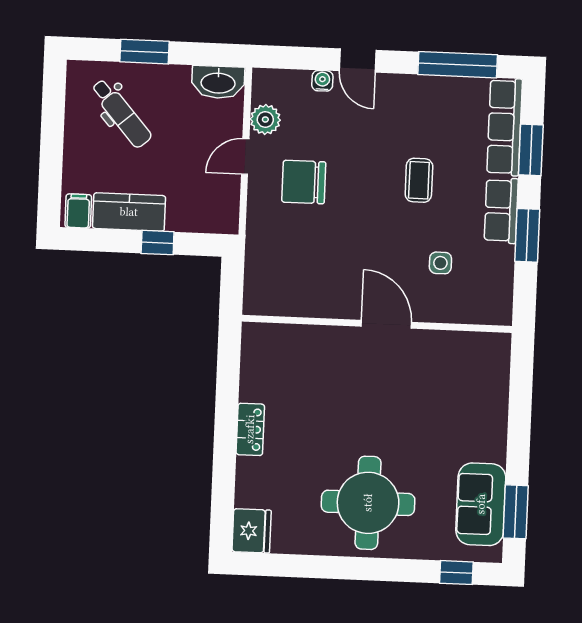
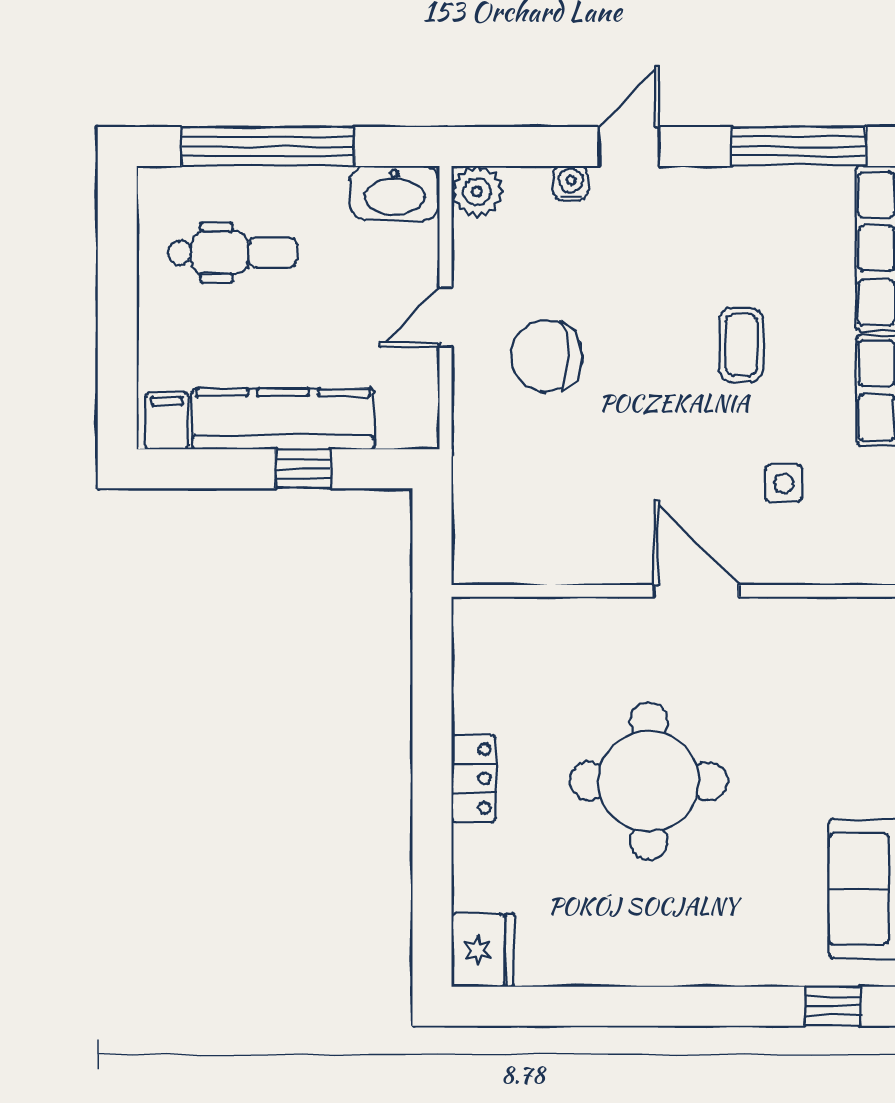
window: (145, 52) -> (268, 146), width x2.11
door: (358, 61) -> (629, 146), swing flipped
dental chair: (121, 113) -> (233, 253), turned -49
plant: (265, 119) -> (477, 191), moved
kitchen counter: (129, 212) -> (283, 419), width x1.50
round table: (368, 503) -> (649, 781), moved

